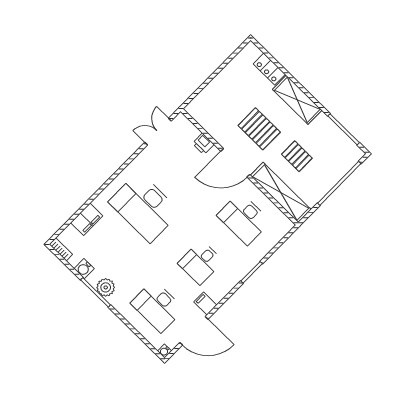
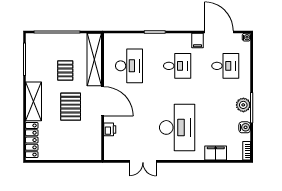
locker: (269, 69) -> (32, 140), width x1.53
double door: (158, 132) -> (143, 161), moved
desk: (157, 306) -> (225, 66), width x0.73

